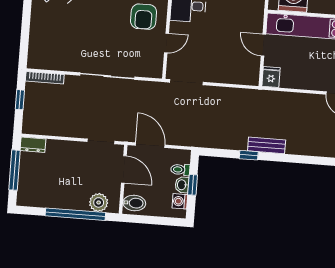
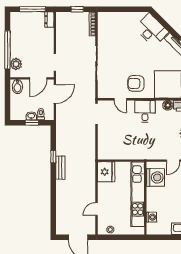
door: (263, 45) -> (124, 161), removed
fridge: (271, 77) -> (106, 172), width x1.88, depth x1.34
washing machine: (180, 201) -> (21, 115), removed

